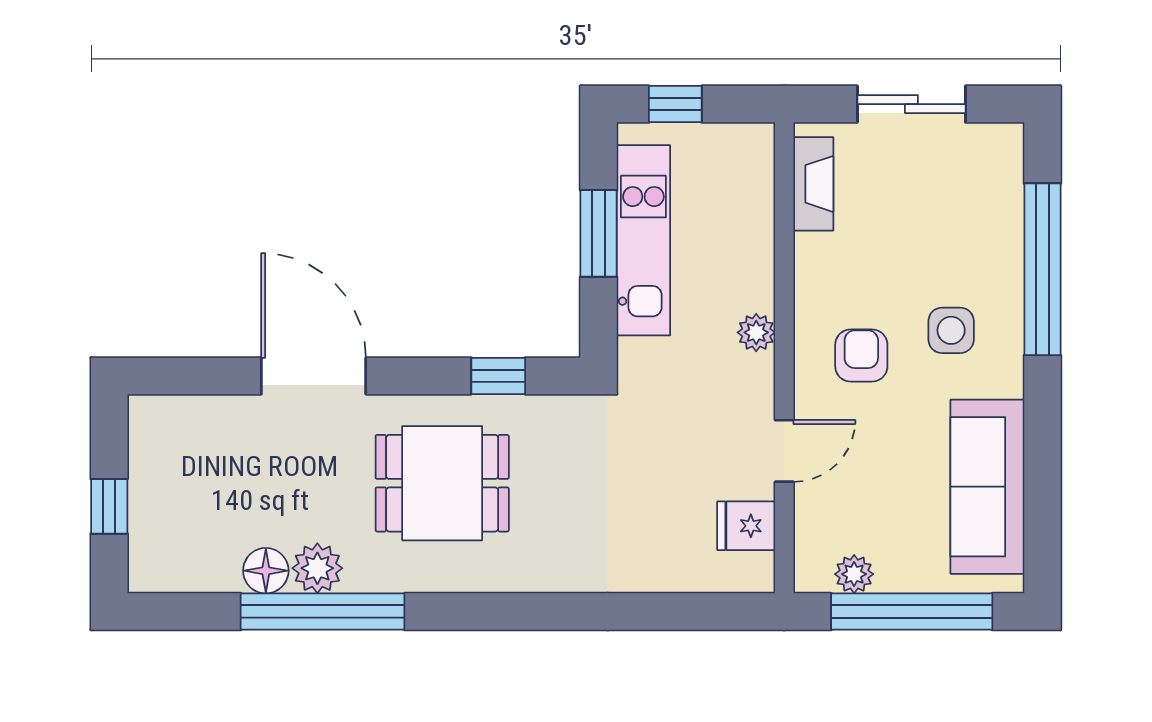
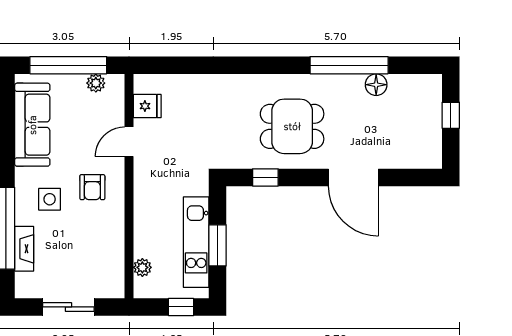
fireplace: (813, 184) -> (24, 249), moved, turned 180
plant: (756, 332) -> (142, 267), moved
plant: (317, 568) -> (352, 86), removed

